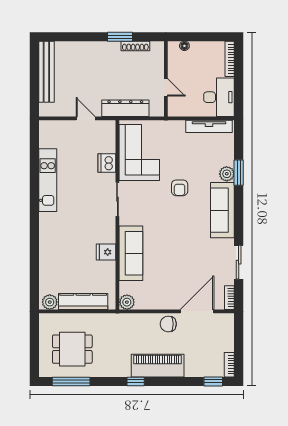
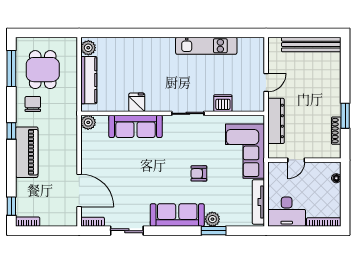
corner sofa: (139, 153) -> (245, 151), moved, turned 90
chair: (168, 324) -> (33, 104), moved

